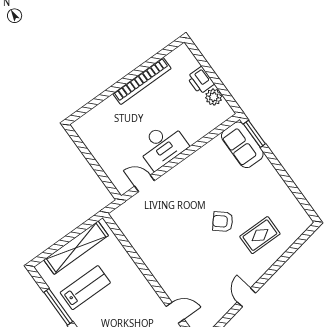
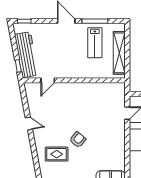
rug: (260, 235) -> (57, 154), turned 90

